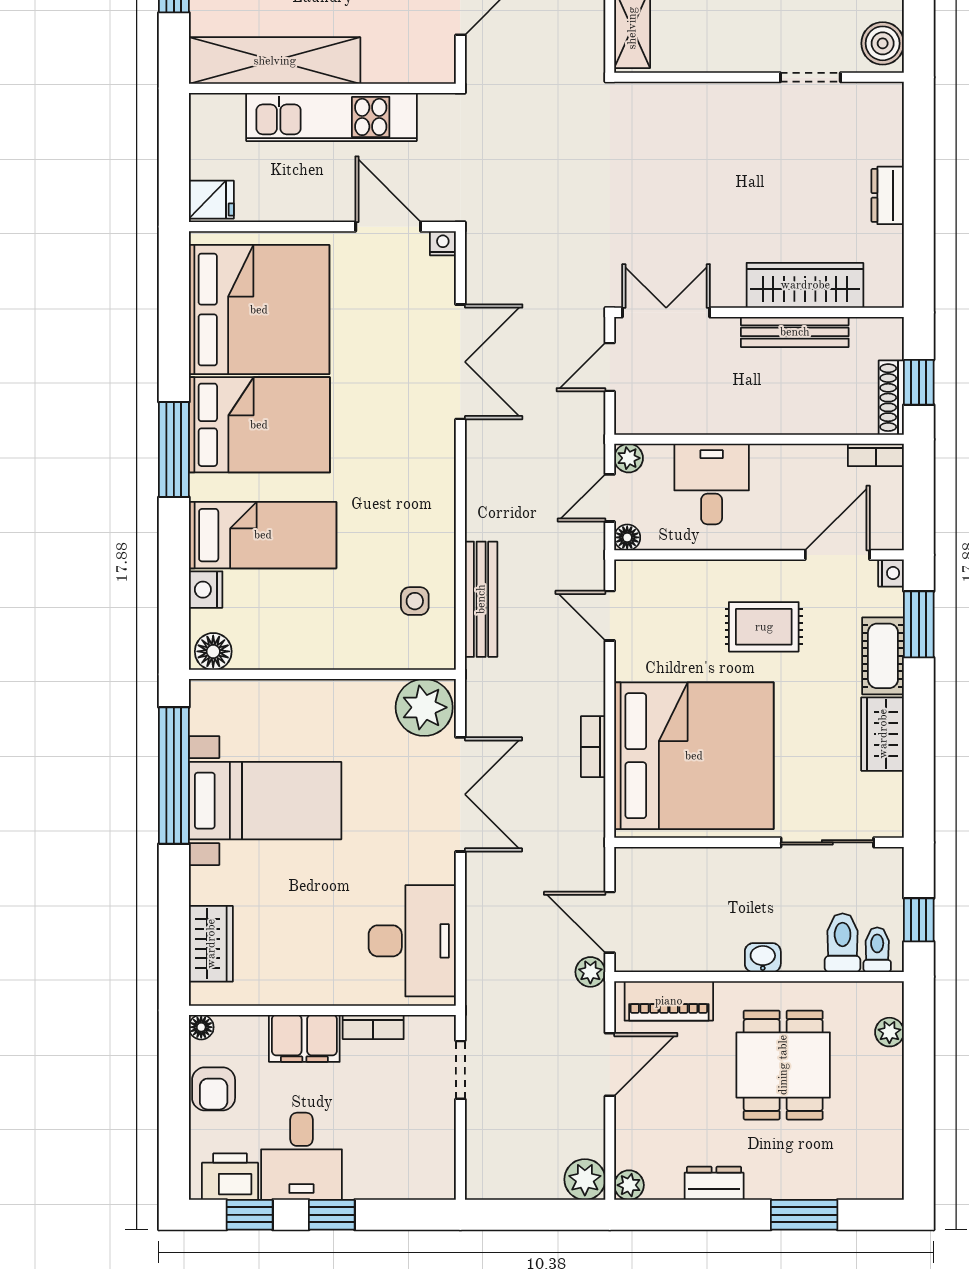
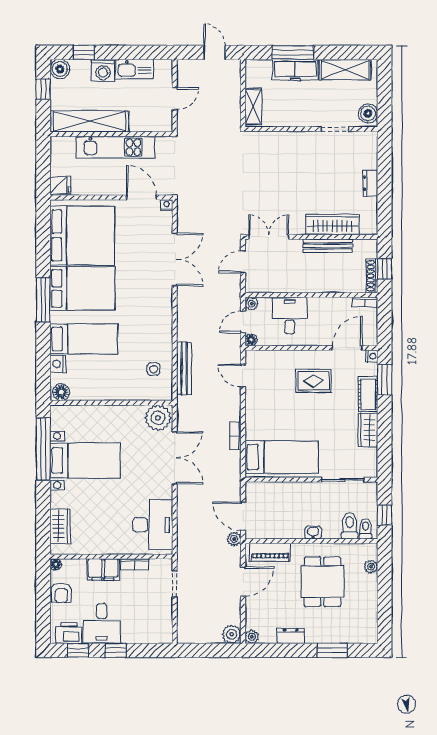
bed: (694, 756) -> (282, 457), width x0.49

